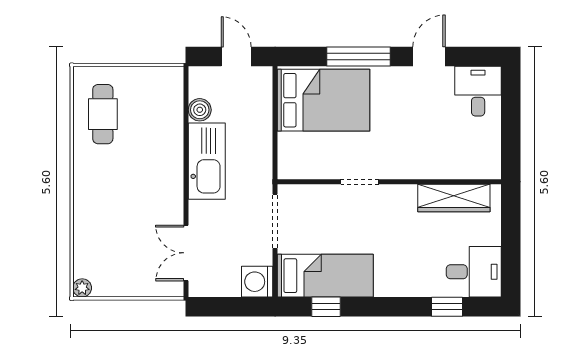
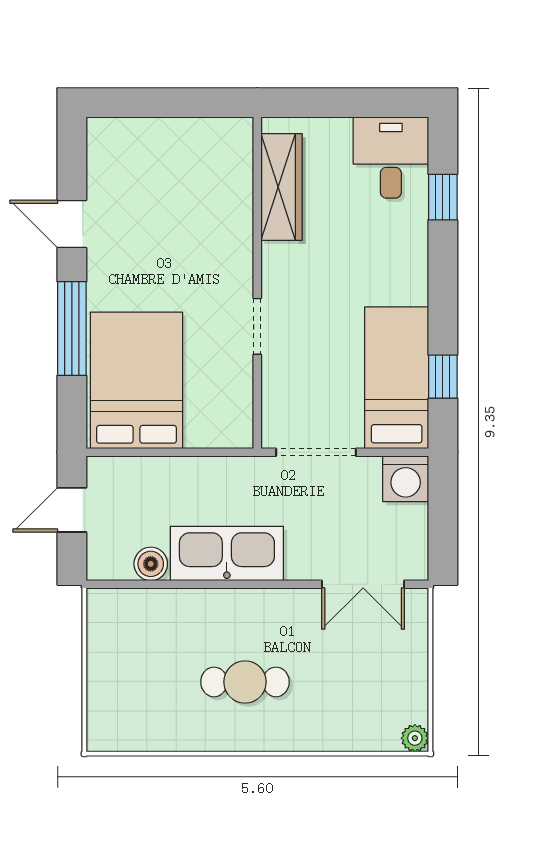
desk: (478, 91) -> (123, 151), removed
cafe table: (103, 114) -> (245, 682), moved

